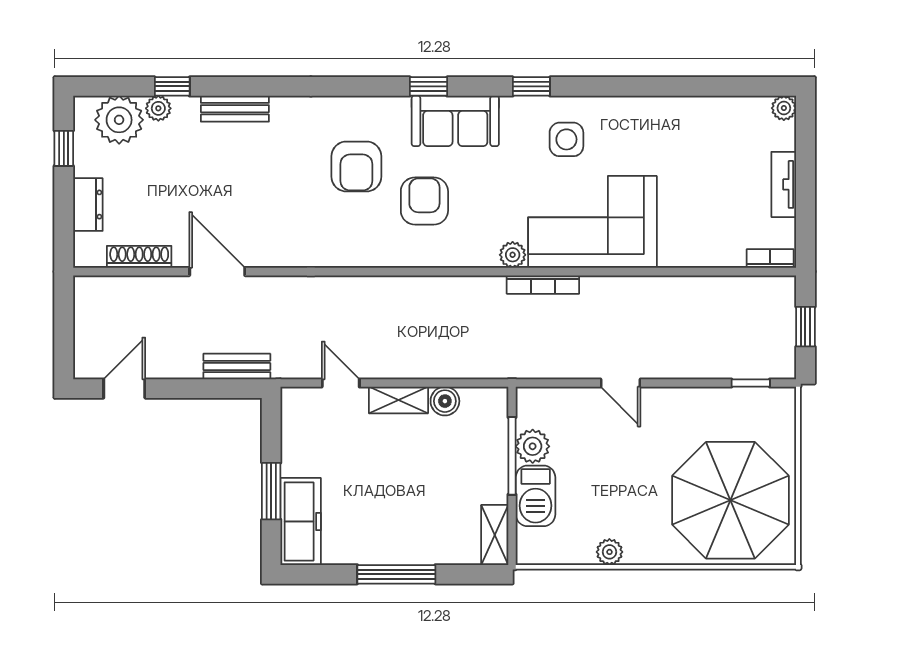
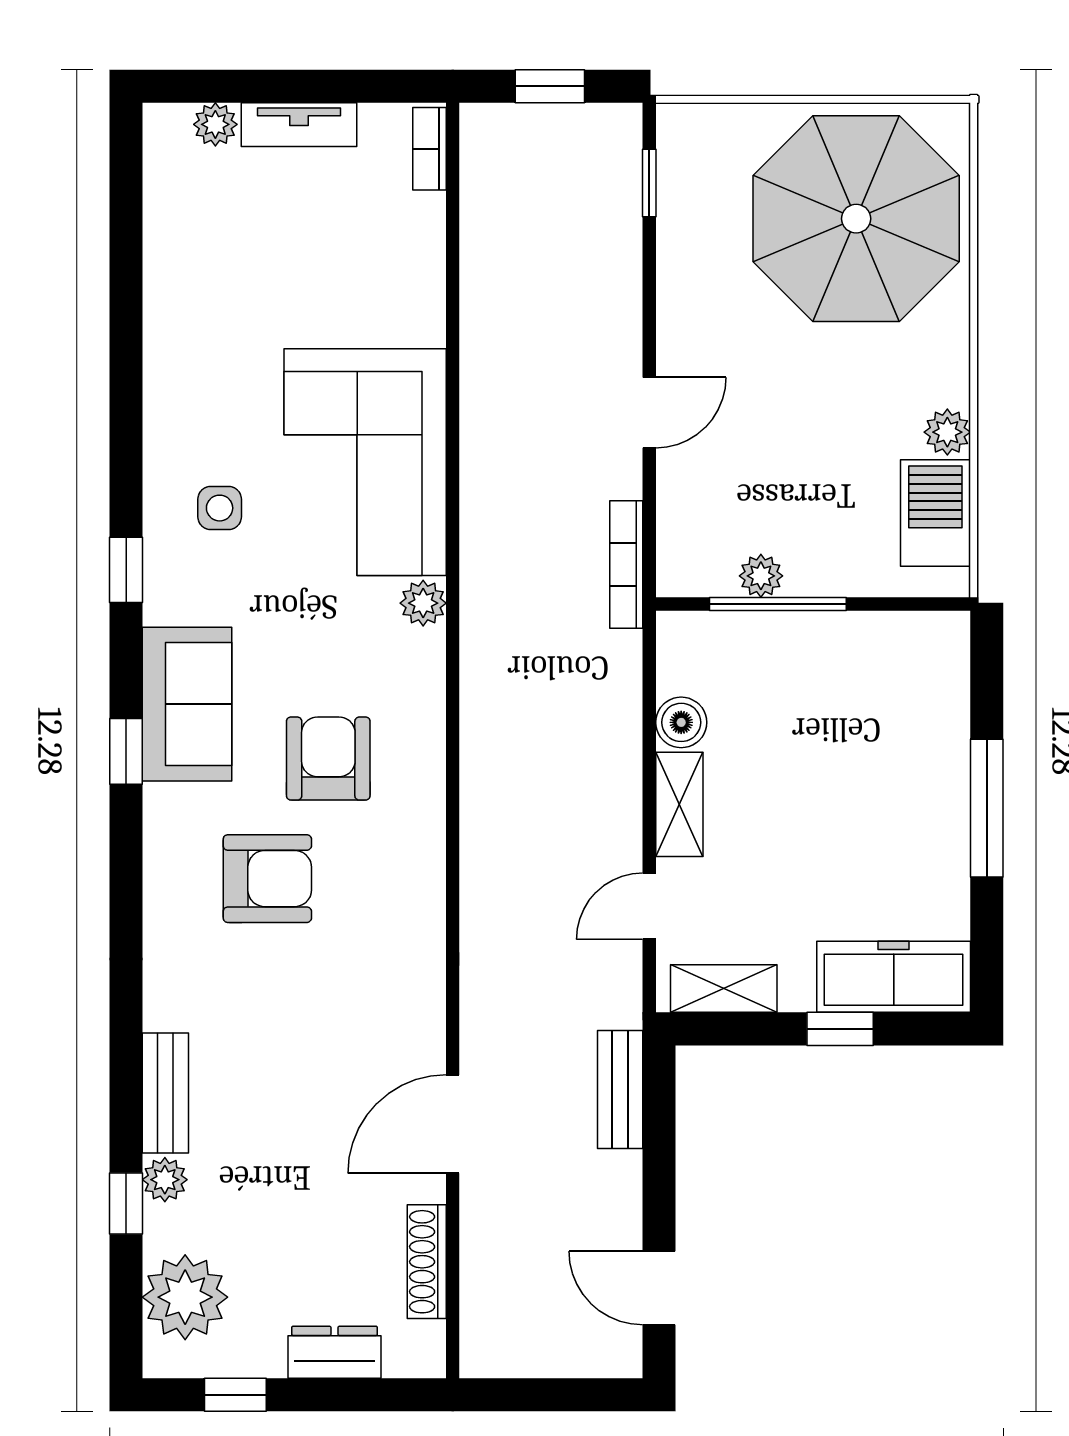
plant: (158, 108) -> (165, 1180), moved
plant: (784, 108) -> (215, 124), moved
side table: (566, 139) -> (220, 508), width x0.73, depth x0.73
armchair: (424, 201) -> (328, 759), turned 90
bookcase: (543, 285) -> (626, 565), moved, turned 180
plant: (533, 446) -> (761, 576), width x0.73, depth x0.73
window: (271, 491) -> (840, 1029), width x0.67
barbecue: (536, 496) -> (935, 513), moved, turned -90
shelving: (495, 535) -> (724, 989), moved

